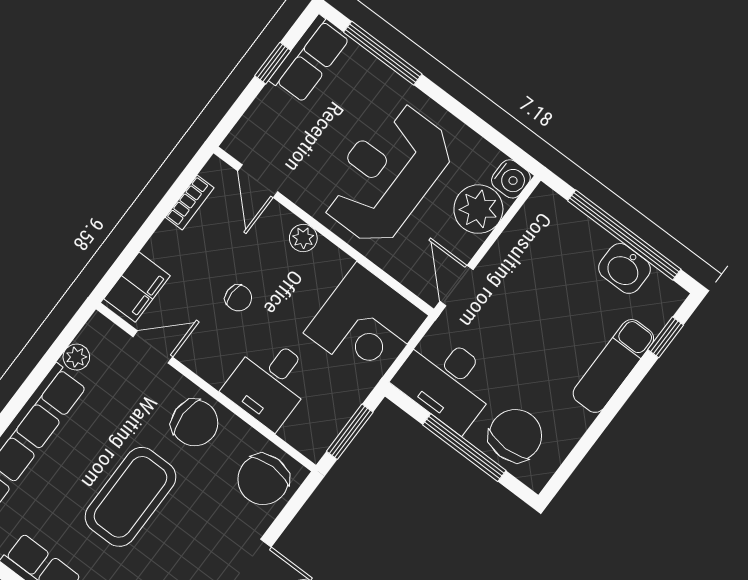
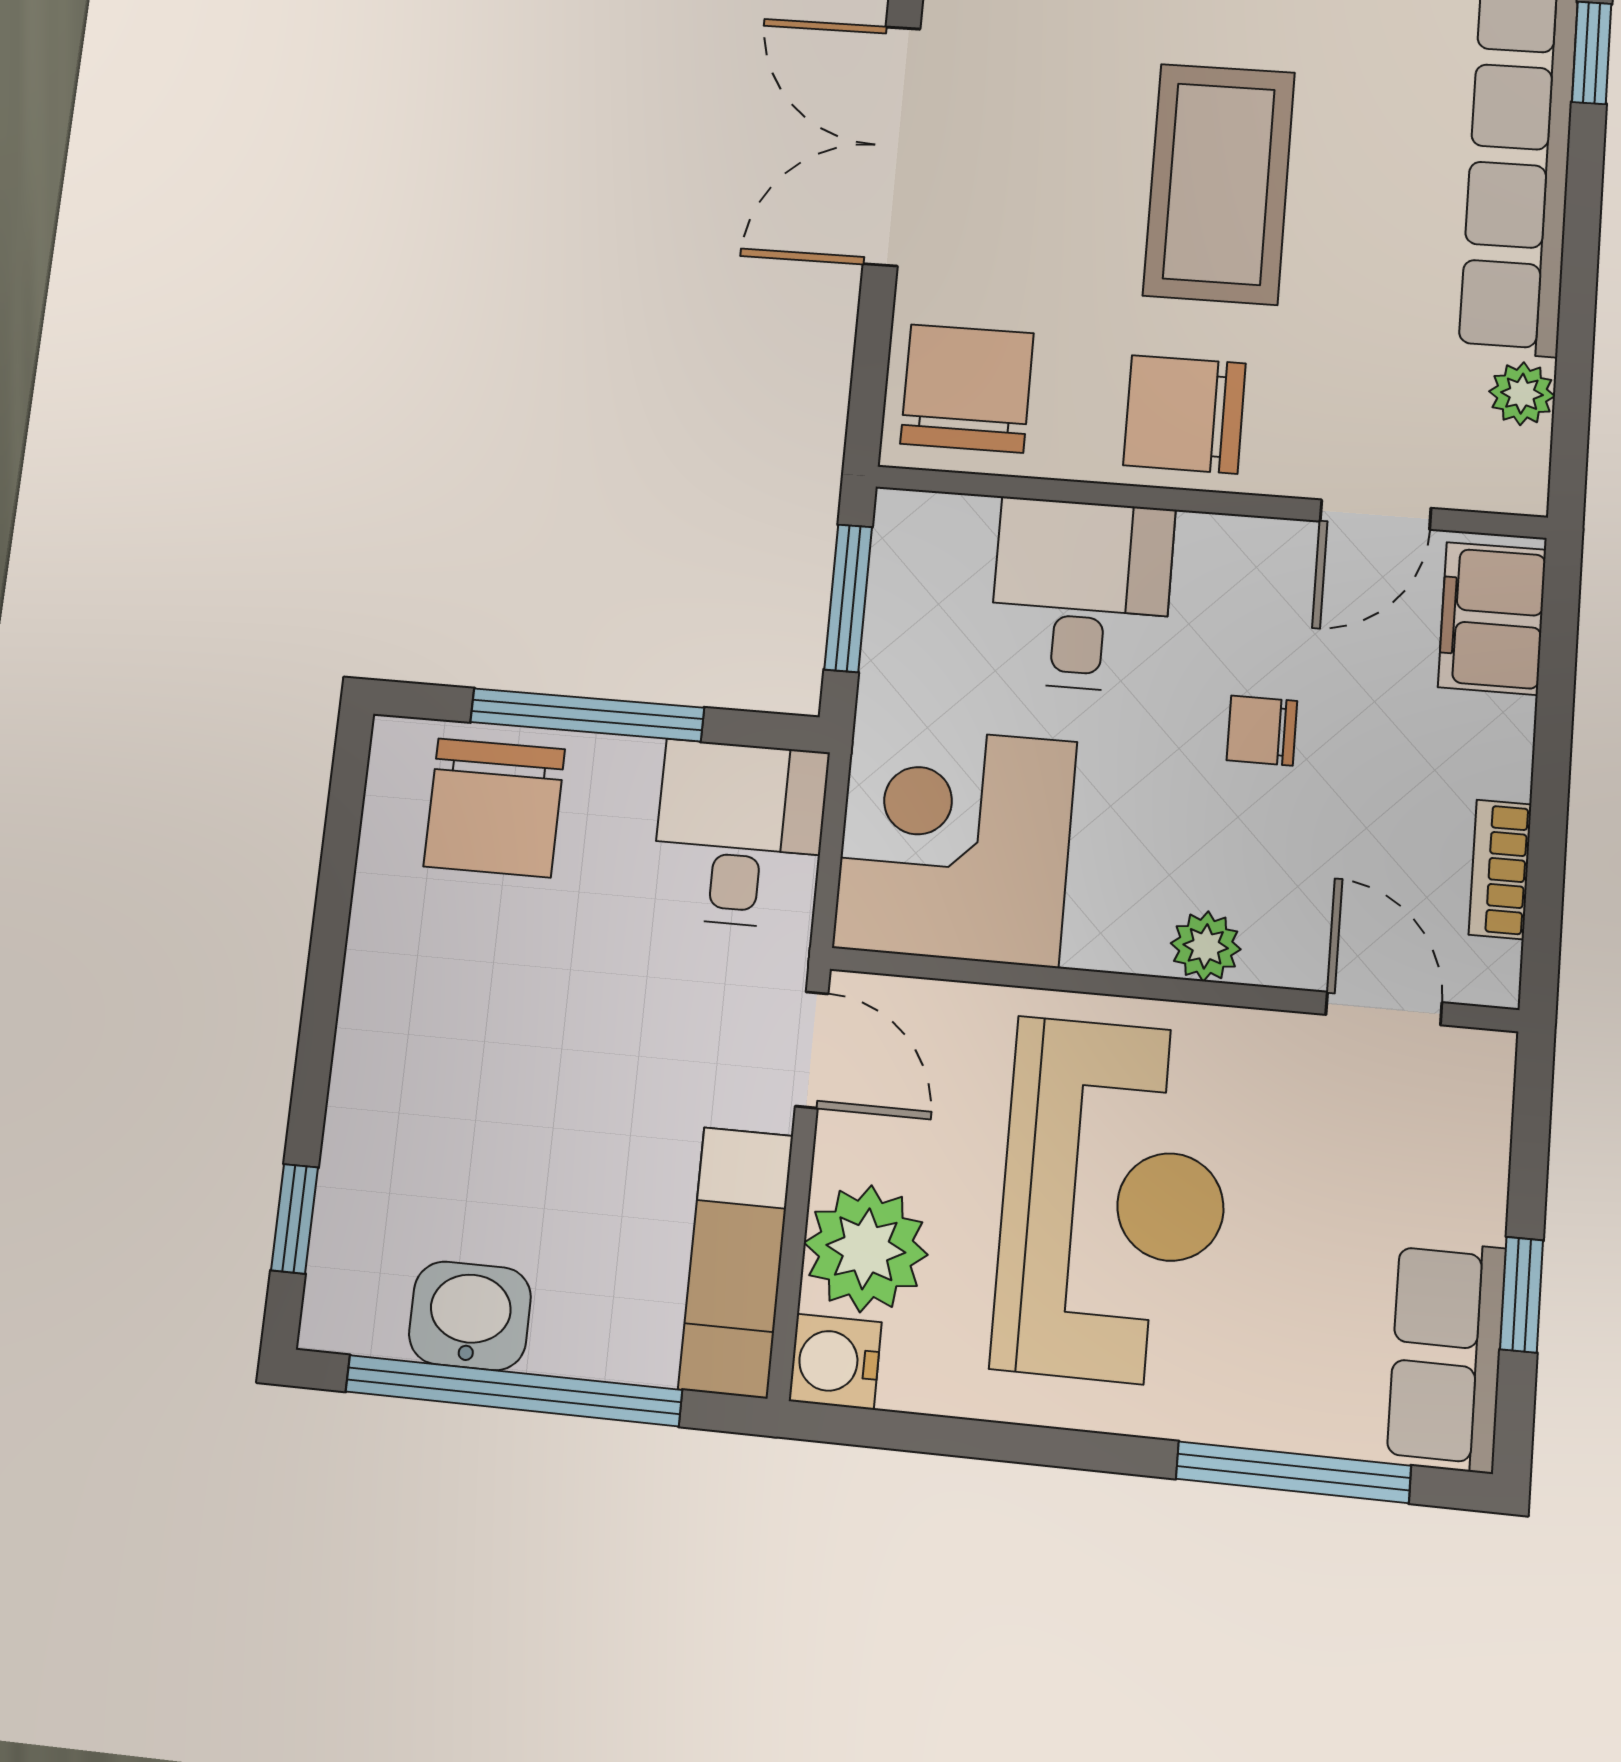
exam couch: (613, 366) -> (736, 1262), moved, turned 180
desk: (447, 381) -> (739, 834), width x0.73

